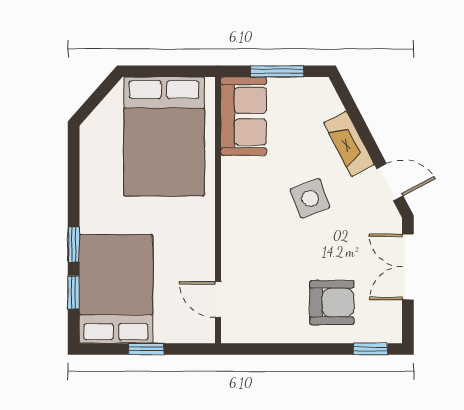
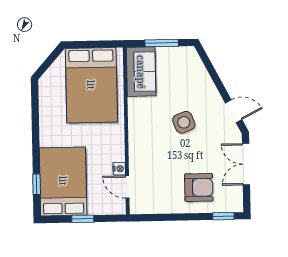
fireplace: (349, 144) -> (207, 88), removed
window: (74, 244) -> (36, 154), removed
nightstand: (206, 270) -> (119, 169), added

